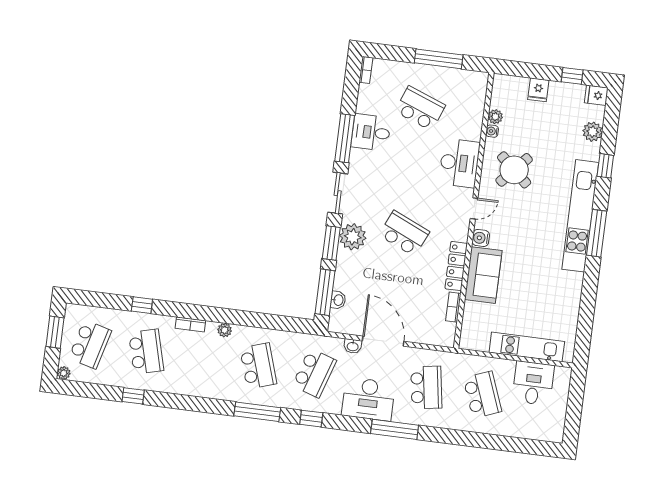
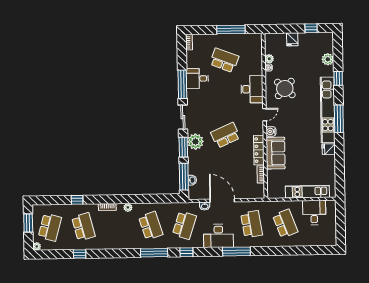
fridge: (596, 95) -> (329, 149), moved
school desk: (404, 233) -> (225, 135), turned -48

